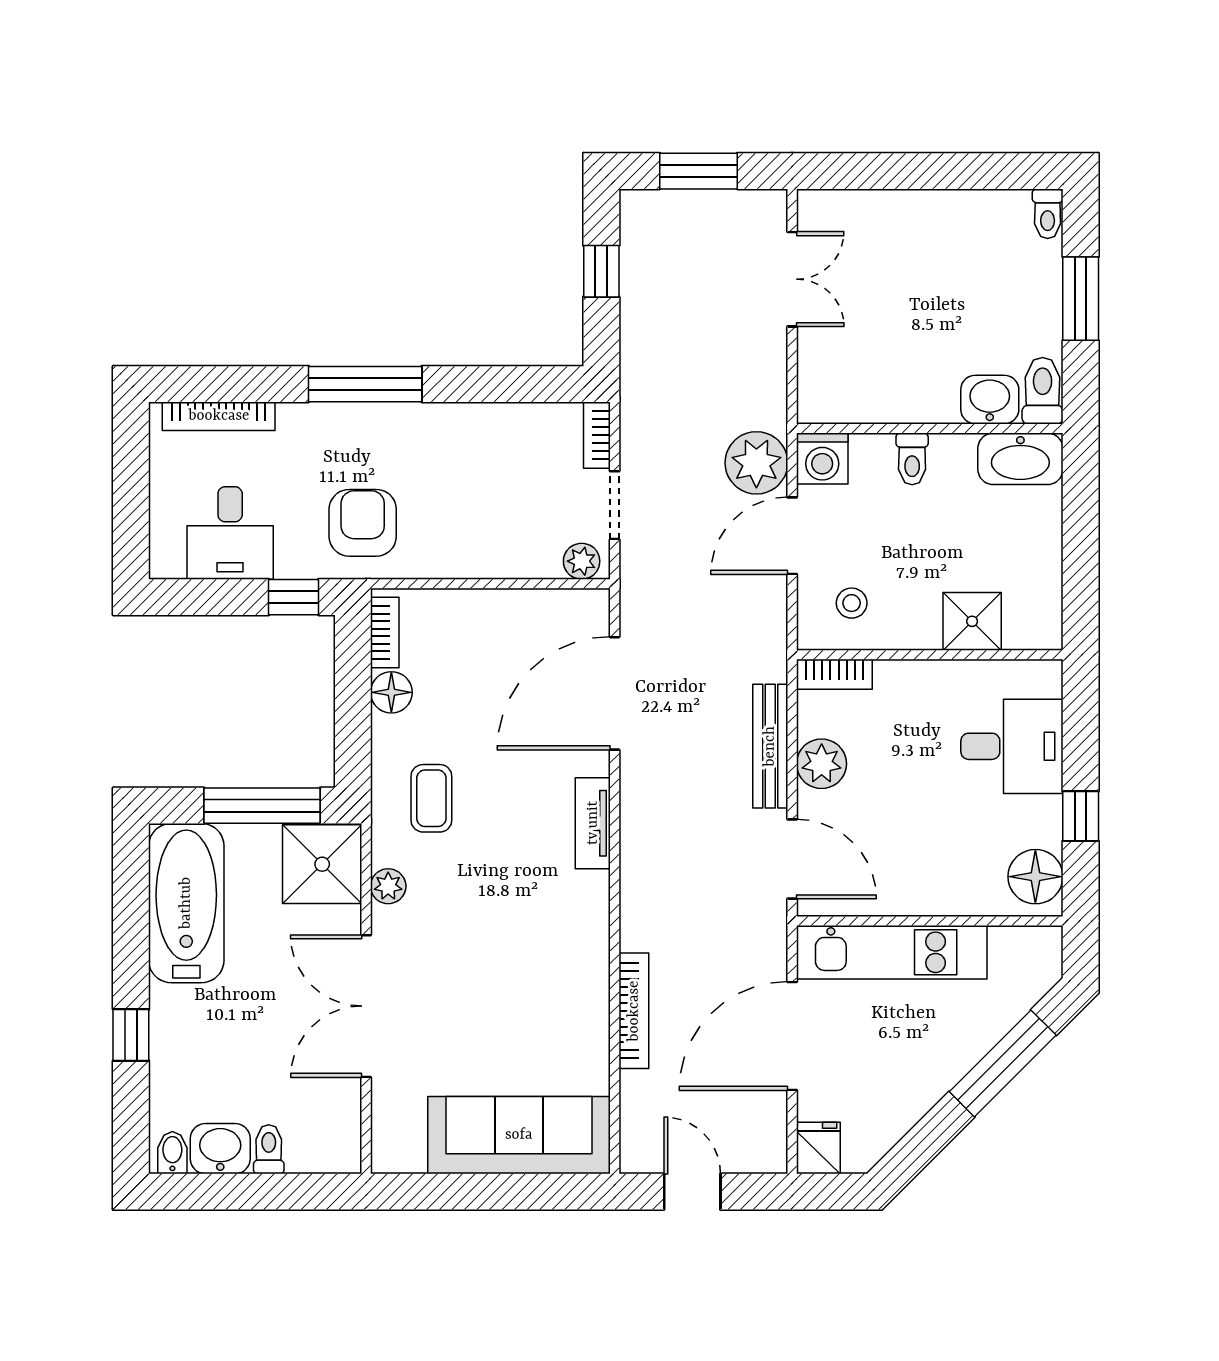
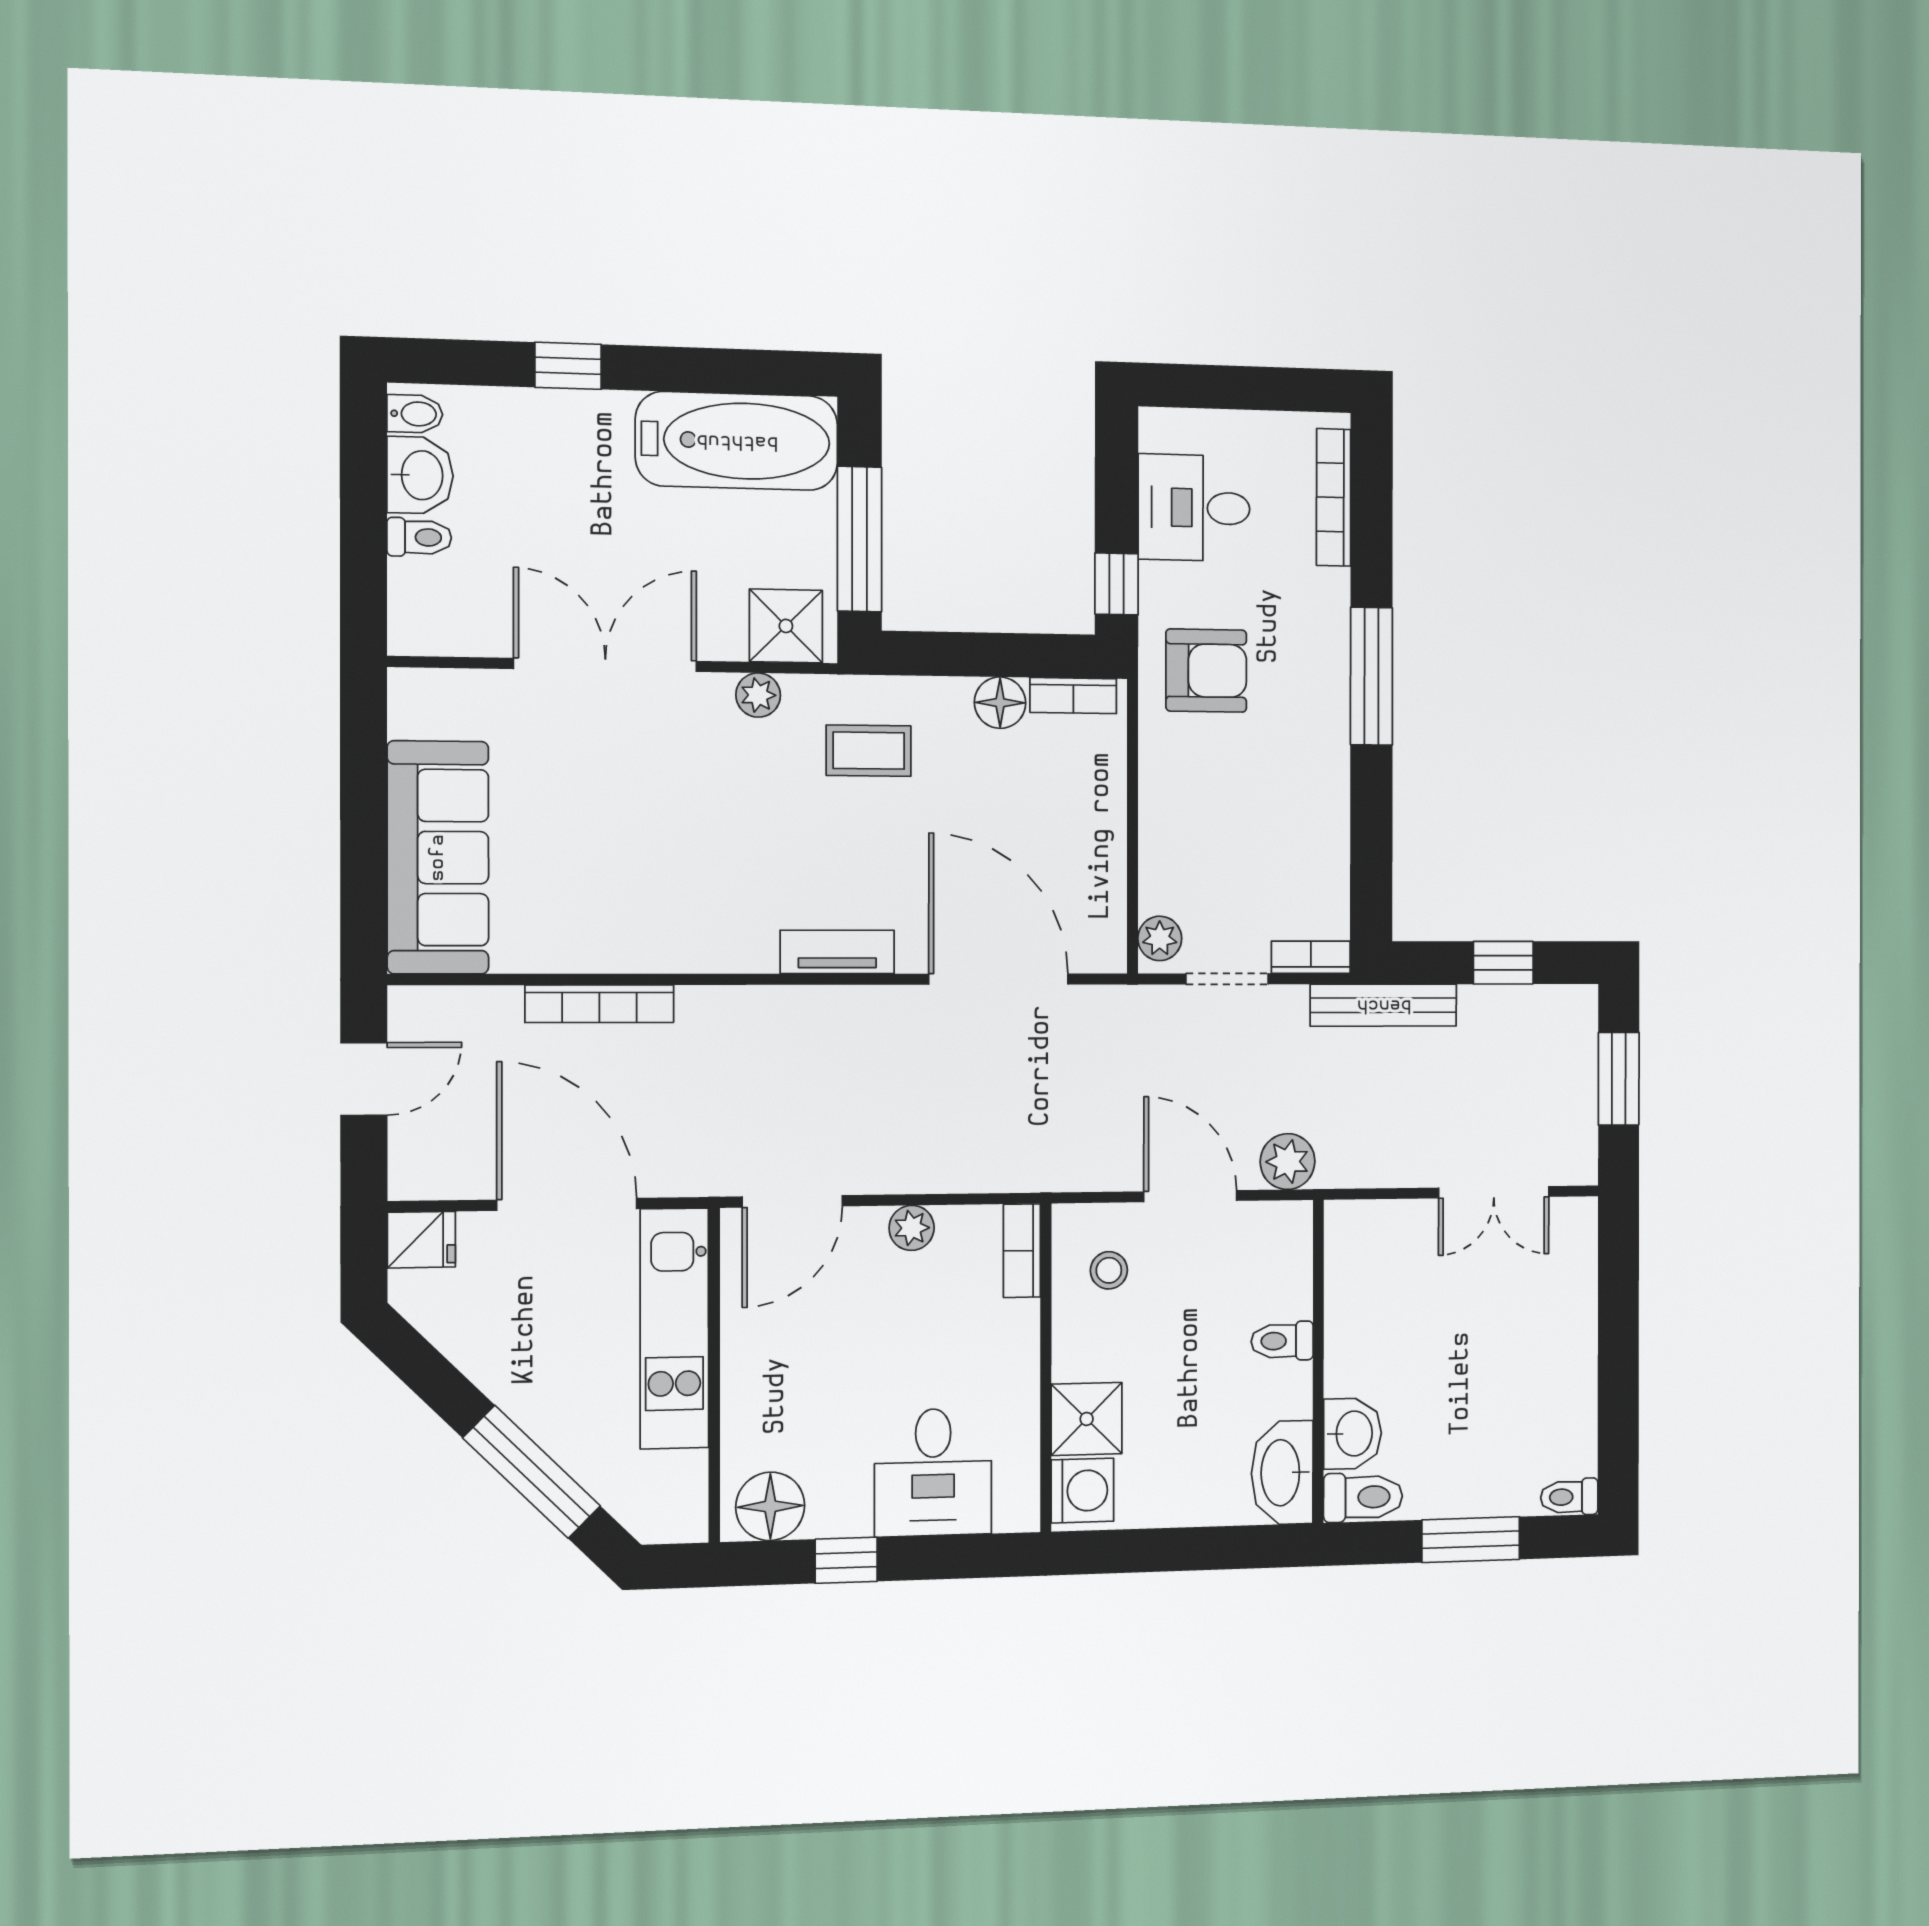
washing machine: (822, 459) -> (1082, 1491), moved, turned 180
plant: (756, 463) -> (1288, 1162), width x0.73, depth x0.73
bench: (770, 746) -> (1384, 1005), moved
plant: (822, 764) -> (912, 1228), width x0.73, depth x0.73
shower: (322, 864) -> (786, 626), width x0.73, depth x0.73

